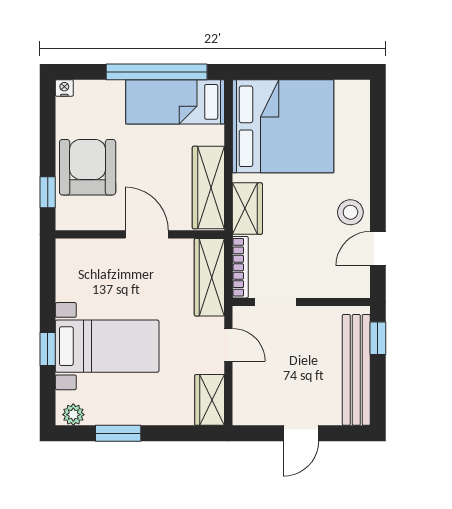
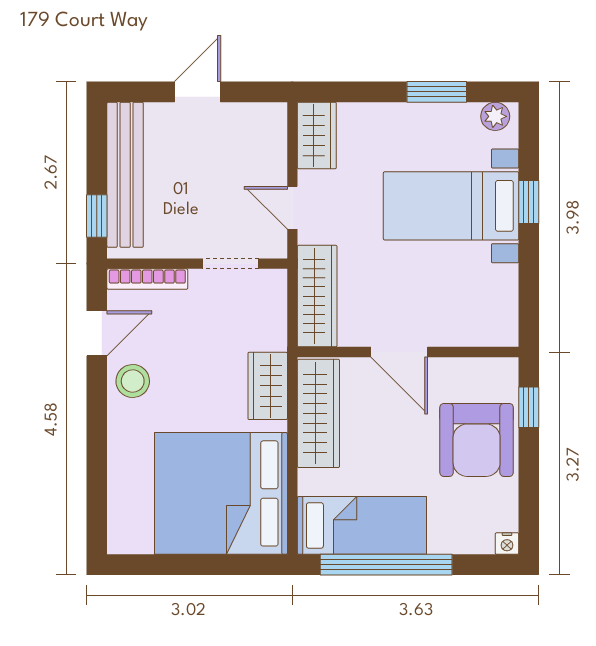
bookcase: (240, 267) -> (147, 279), moved, turned -90

